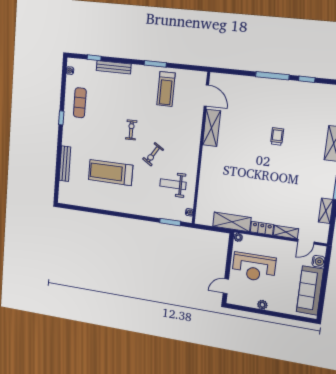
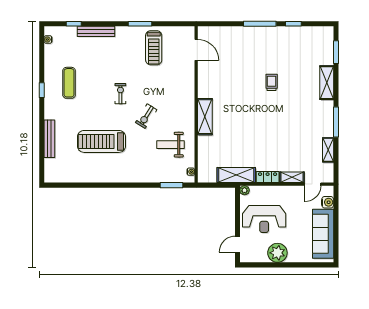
exercise mat: (80, 103) -> (69, 83), moved
shelving: (212, 128) -> (205, 117), moved
plant: (262, 305) -> (277, 253), width x1.88, depth x1.88

